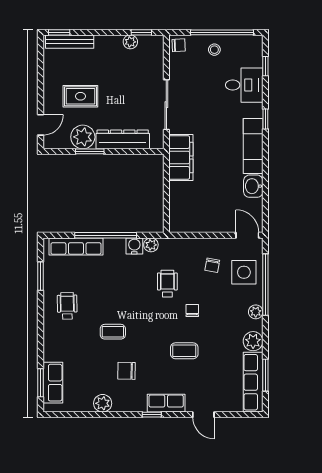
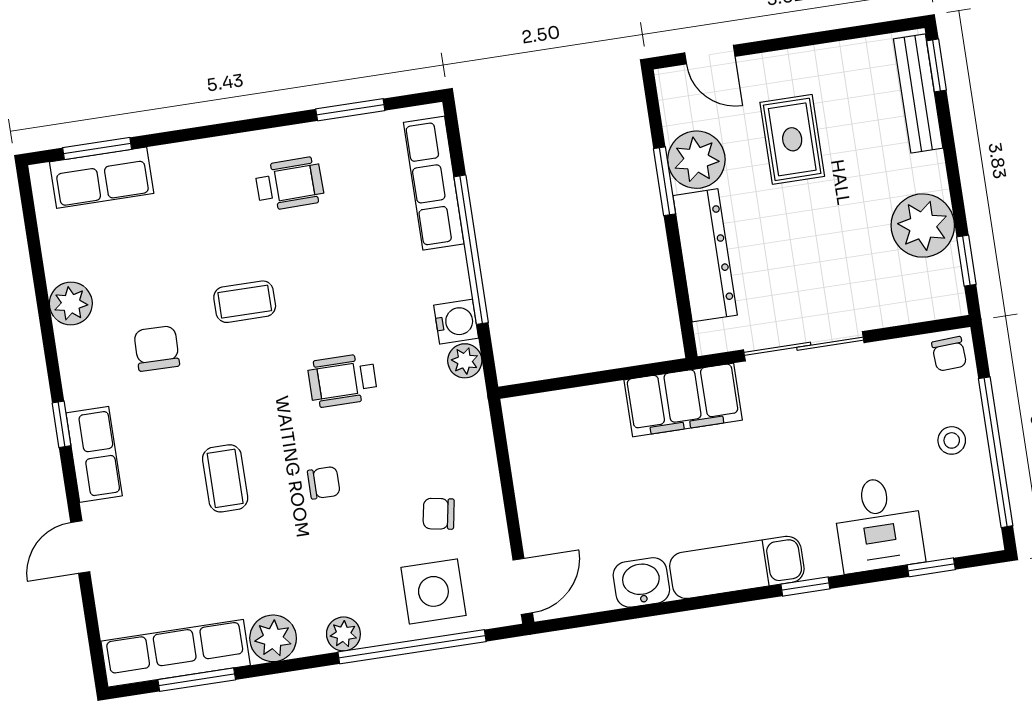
plant: (130, 42) -> (923, 226), width x1.87, depth x1.87
wheelchair: (167, 284) -> (342, 380), moved, turned 180
coffee table: (113, 332) -> (245, 302), turned 90

